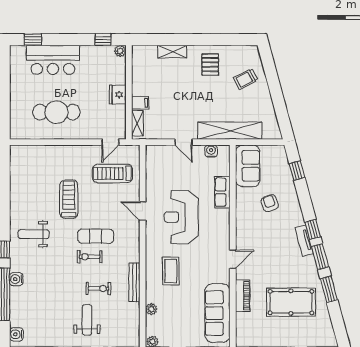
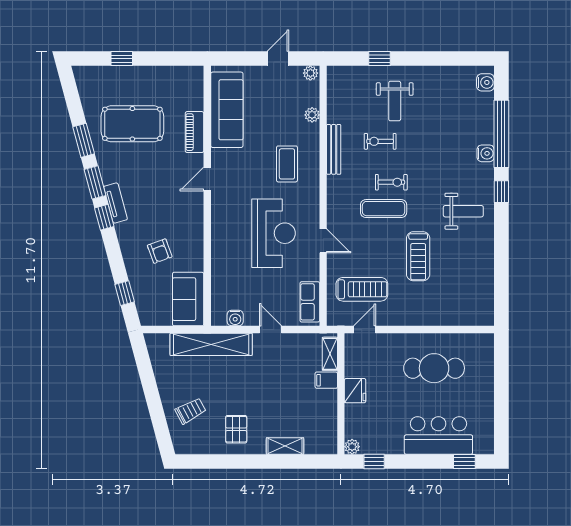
row of seats: (222, 192) -> (310, 302), moved, turned 180

